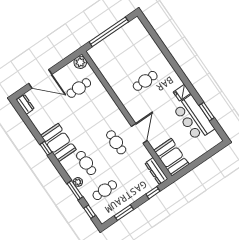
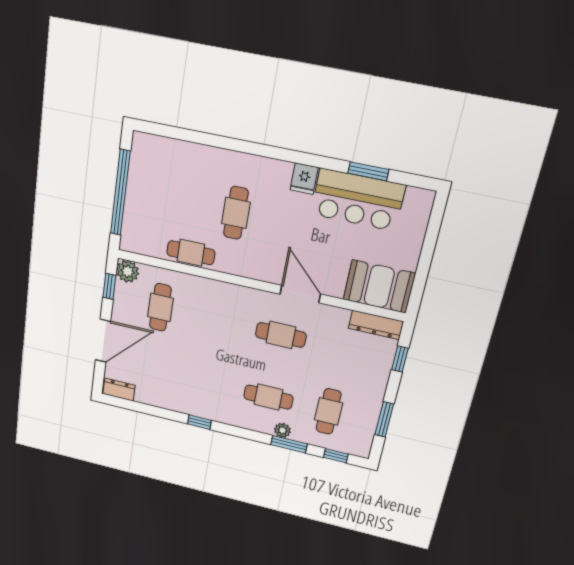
window: (67, 61) -> (109, 286), added
cafe table: (113, 79) -> (191, 253), added
booth: (58, 143) -> (207, 401), removed

